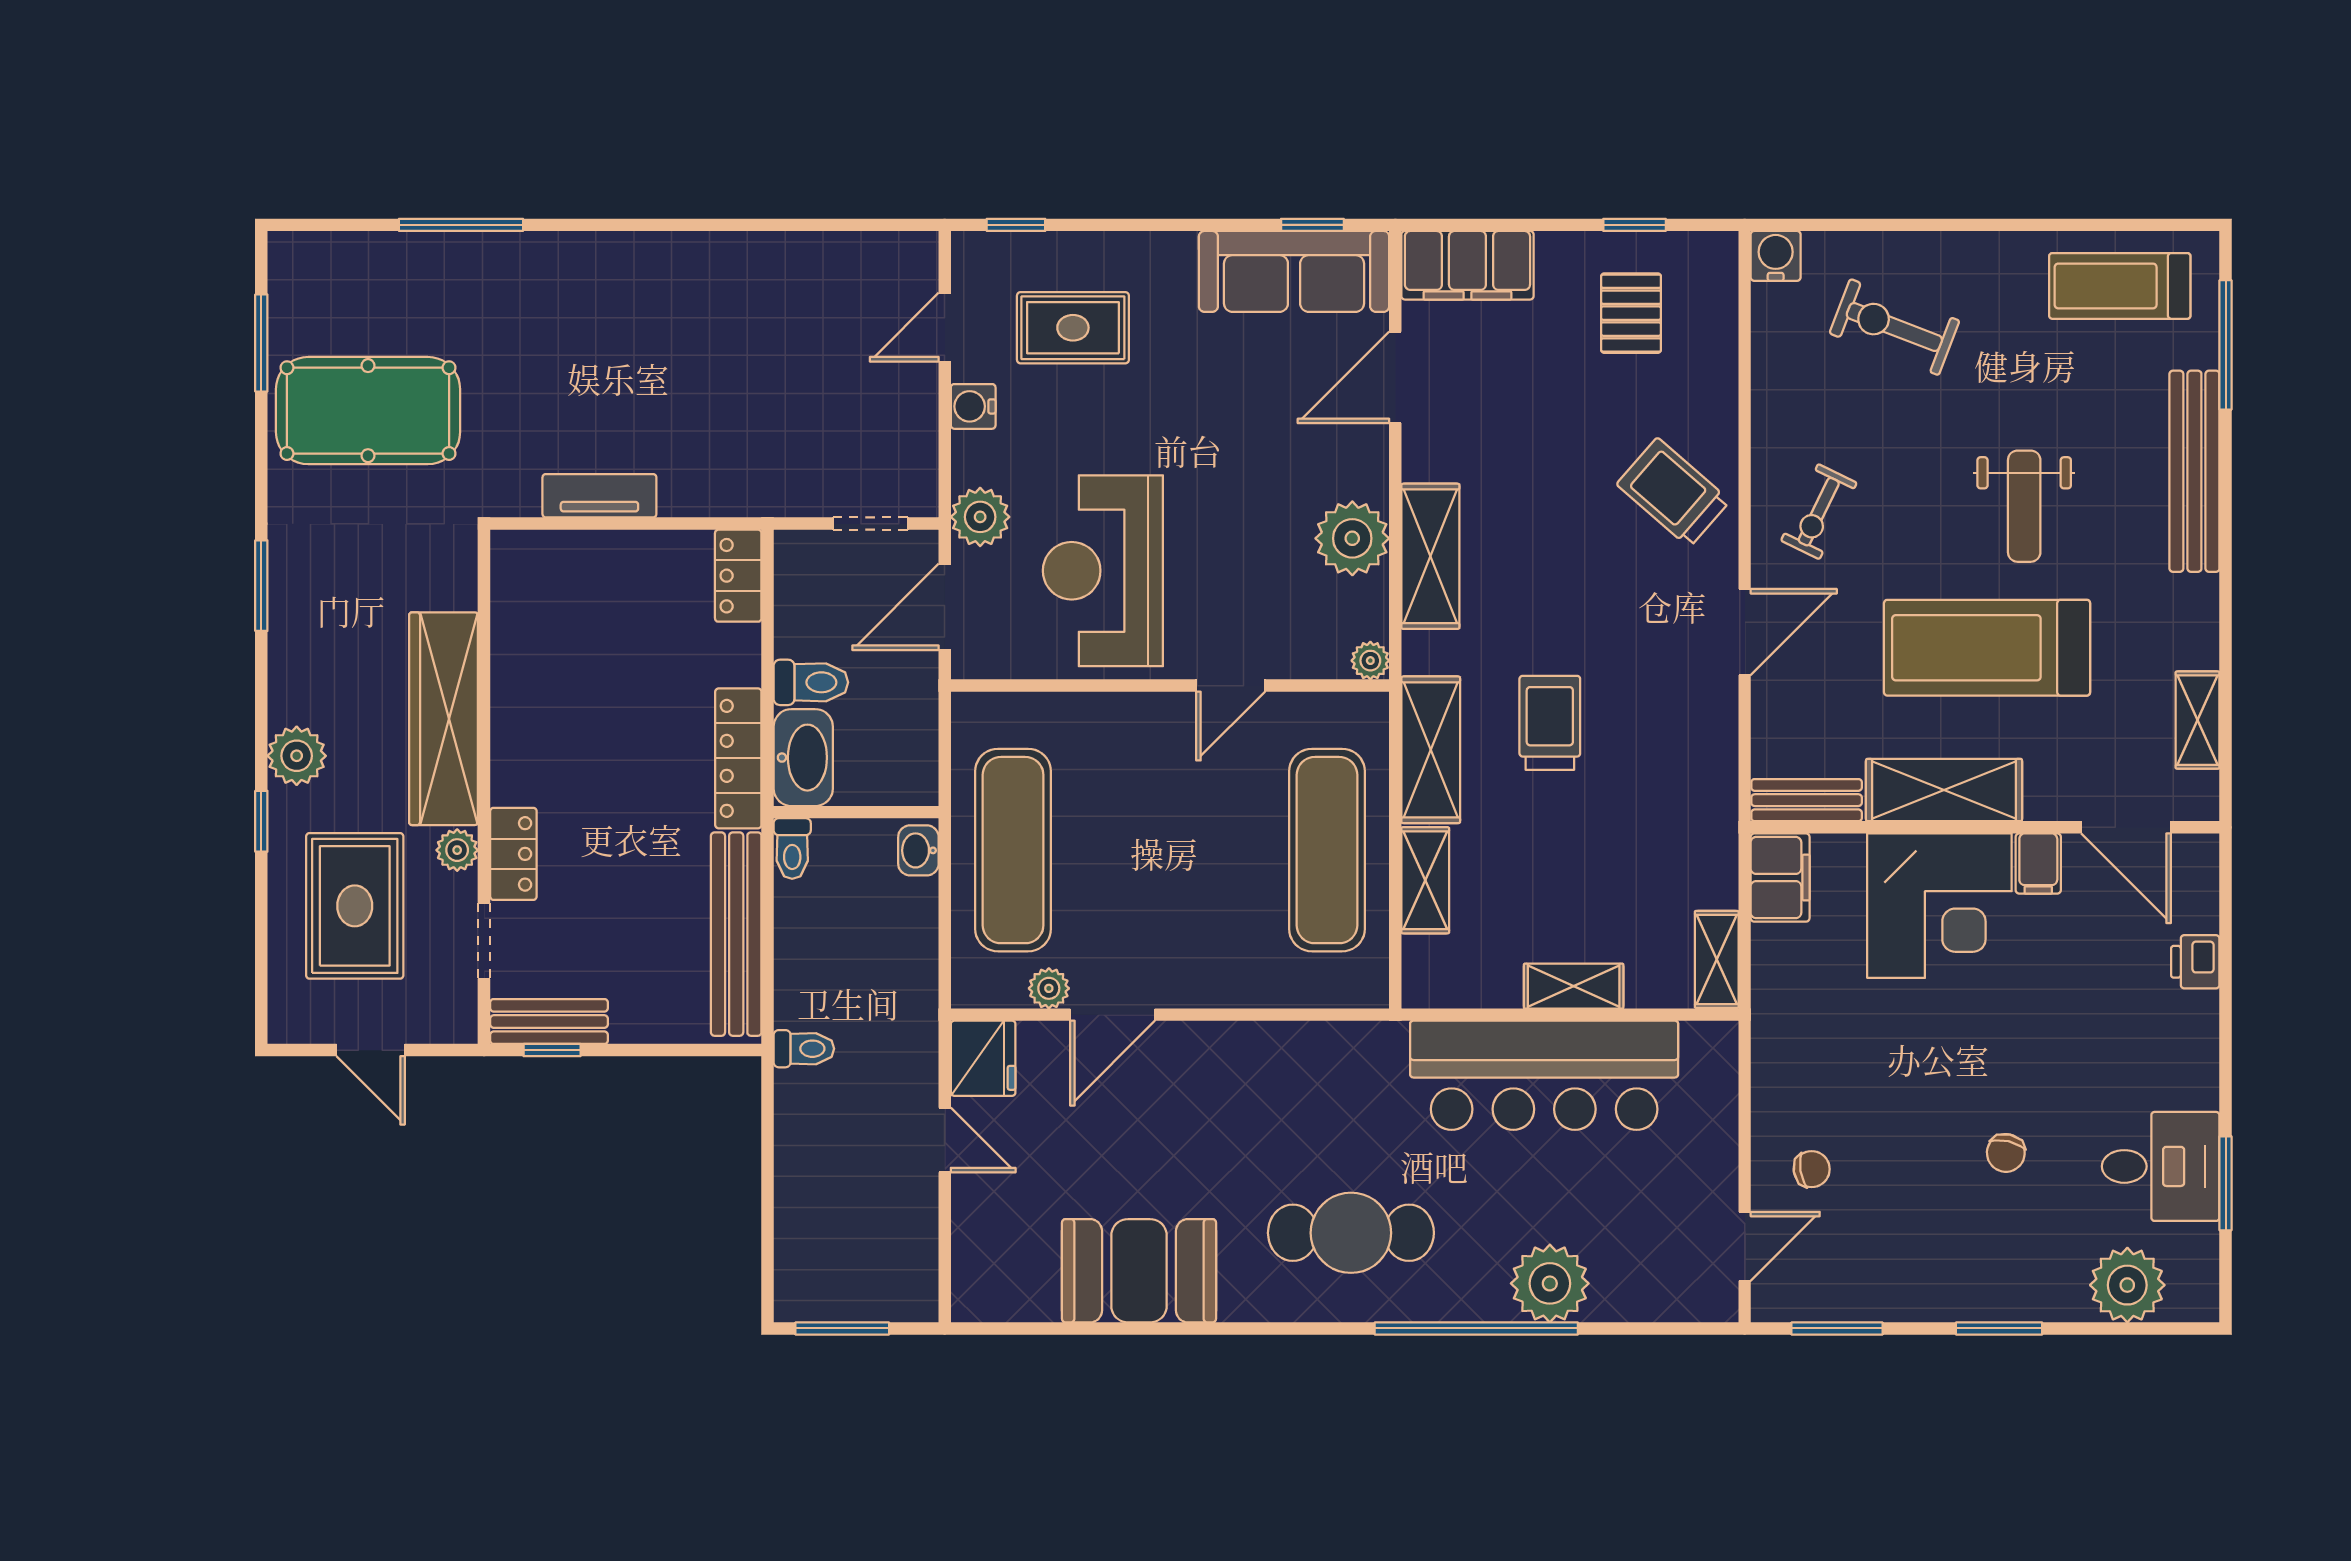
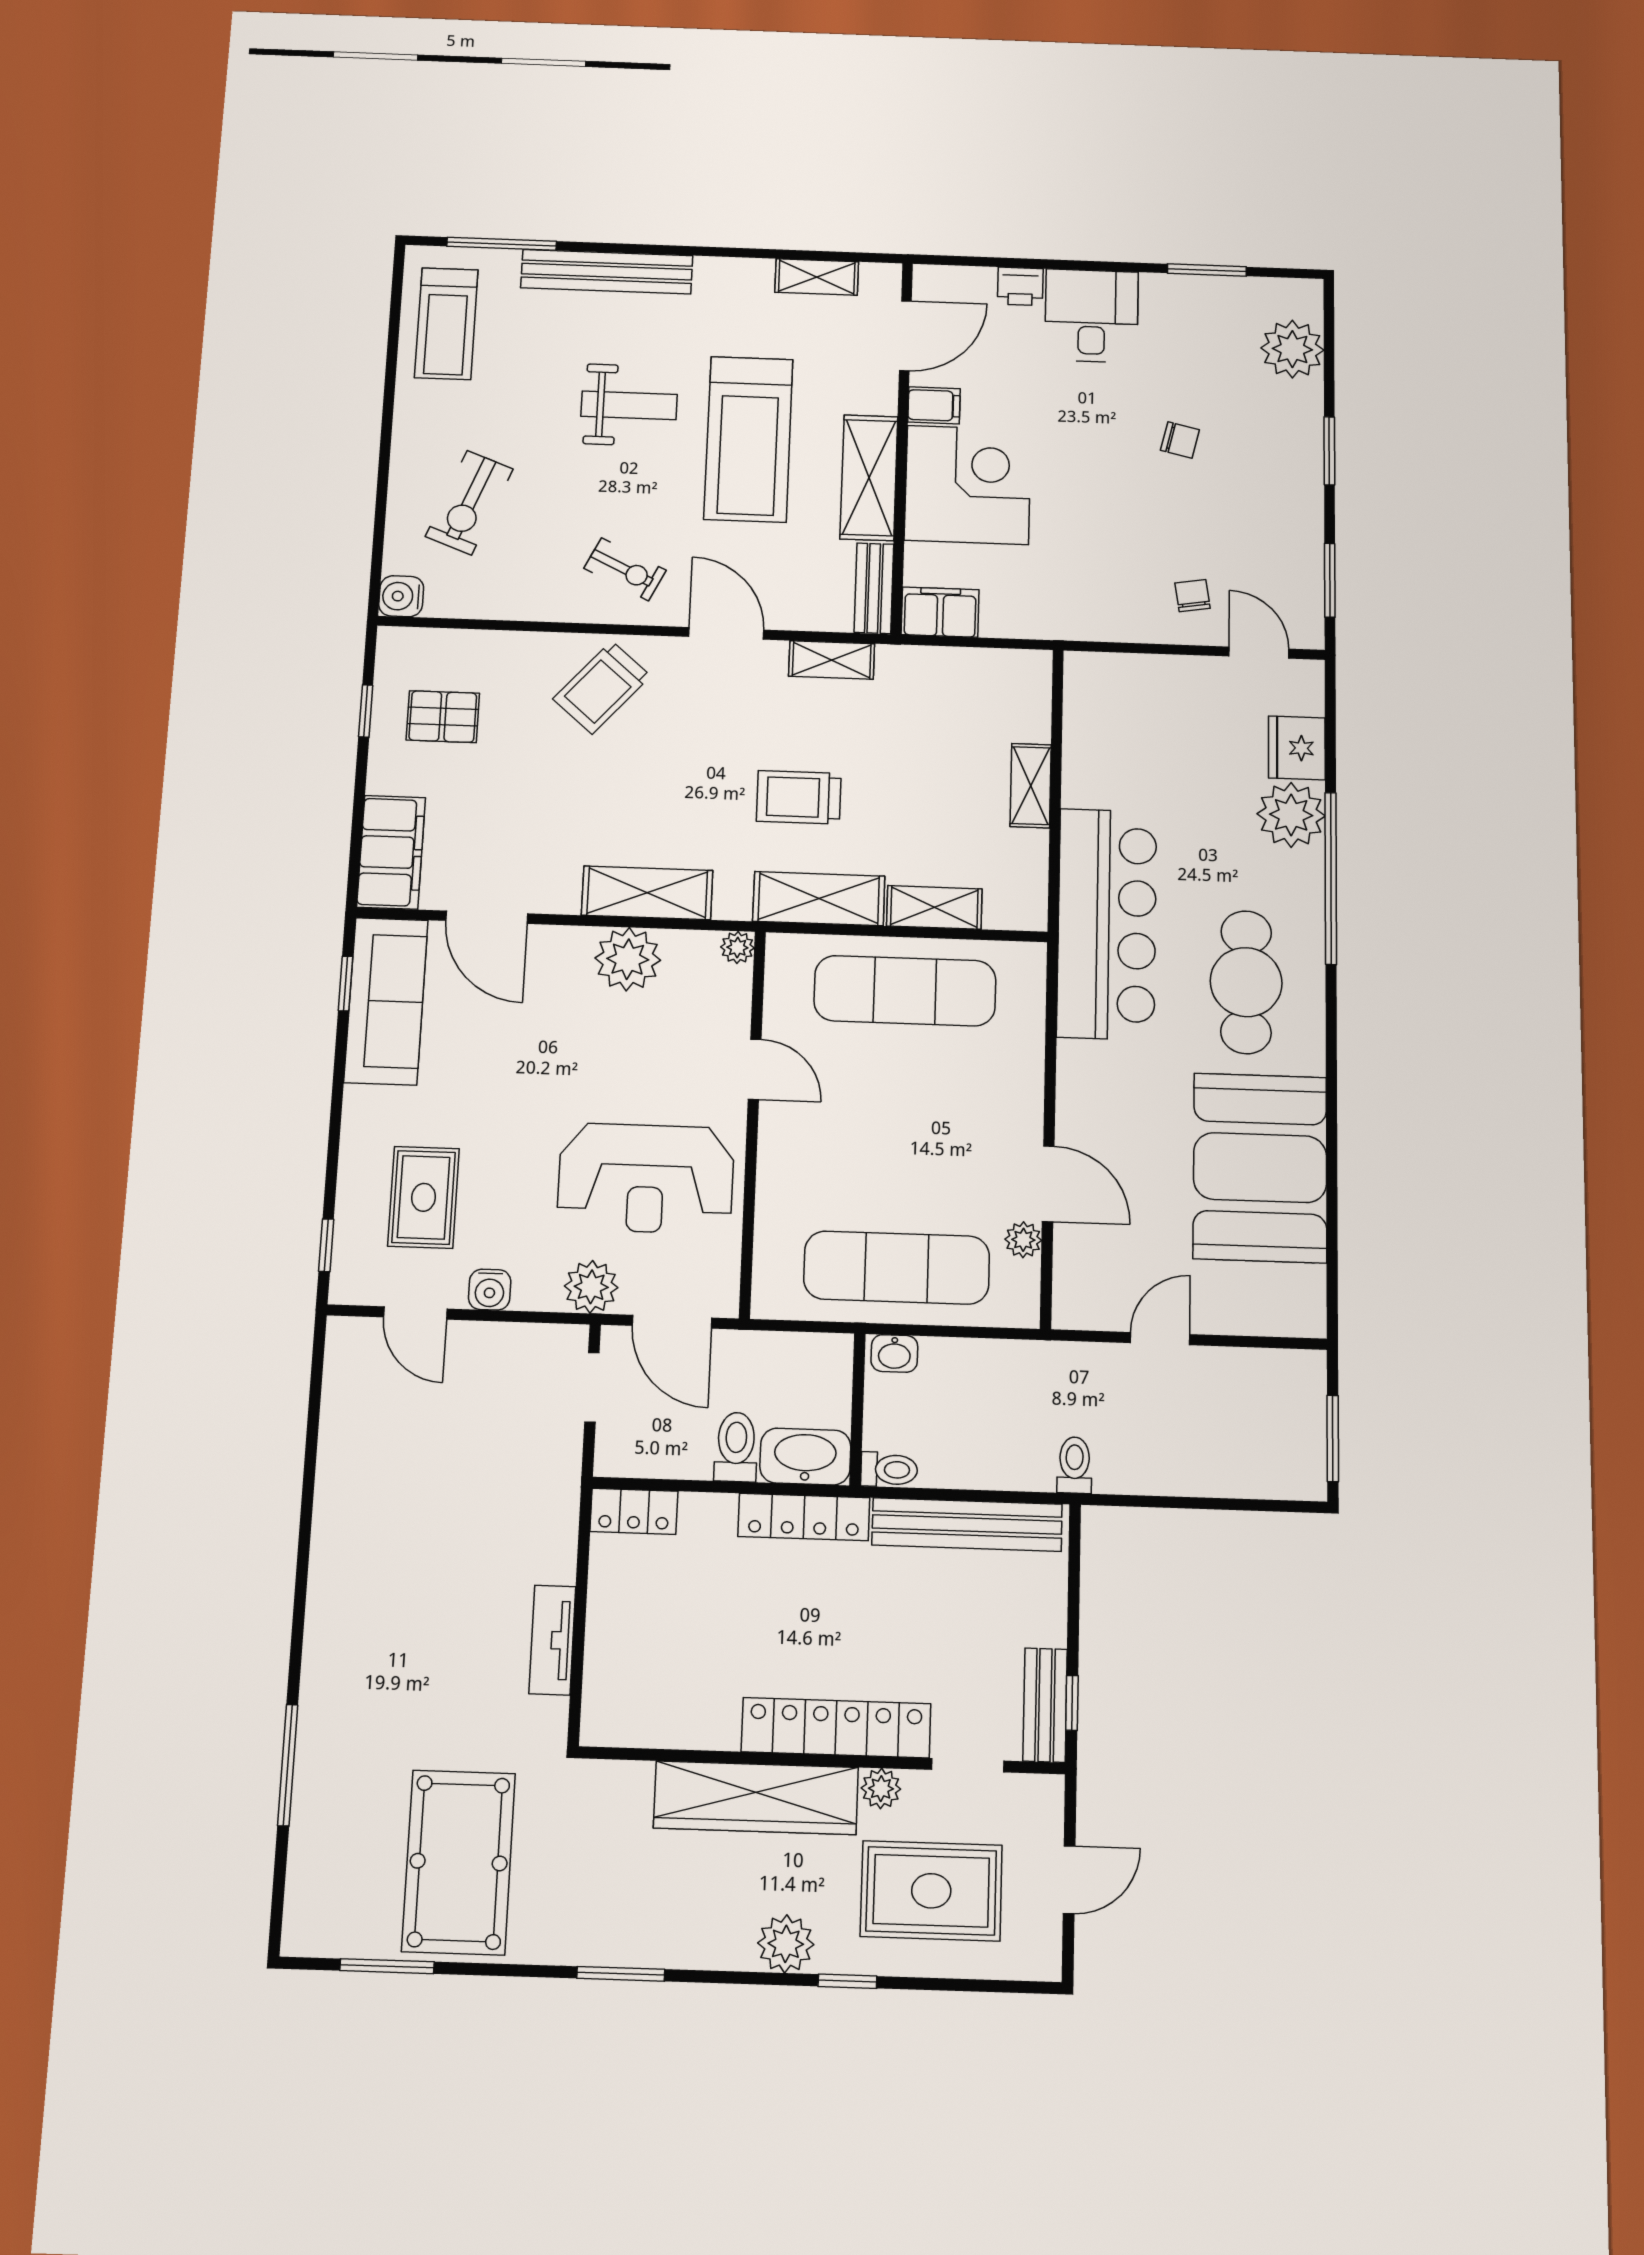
locker: (513, 854) -> (836, 1728), width x2.16, depth x1.21
shelving: (1717, 959) -> (832, 660), moved
fridge: (983, 1058) -> (1297, 748), moved, turned -90
bar counter: (1544, 1075) -> (1107, 924), moved
desk: (2161, 1166) -> (1092, 316), moved
booth: (1139, 1271) -> (1260, 1168), width x1.36, depth x1.42

